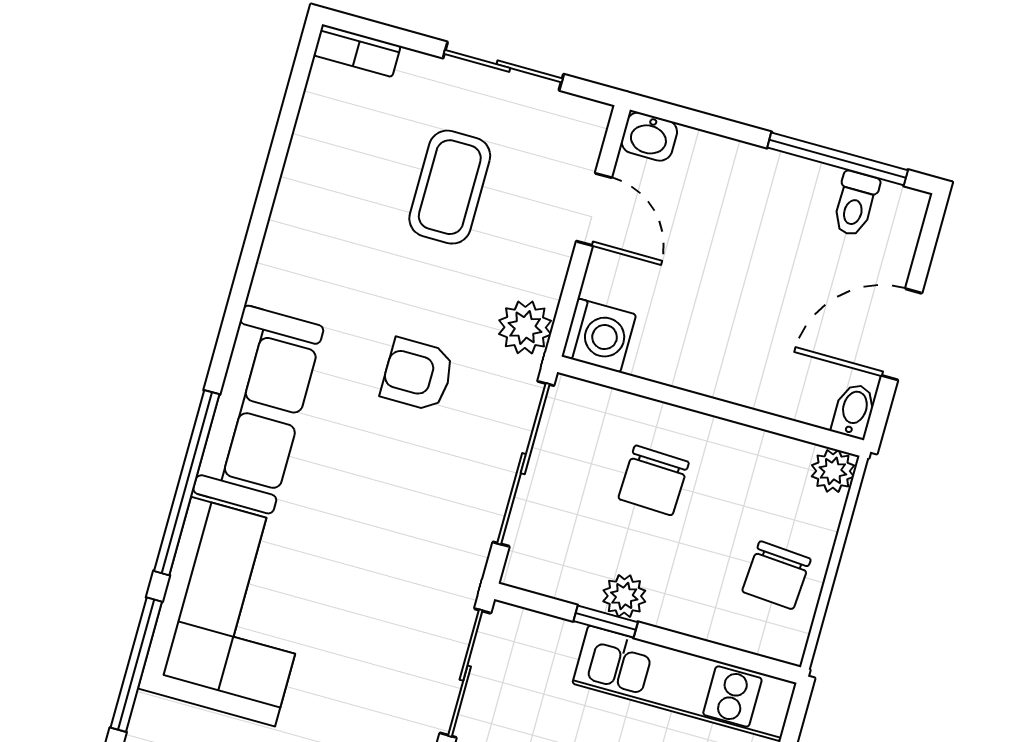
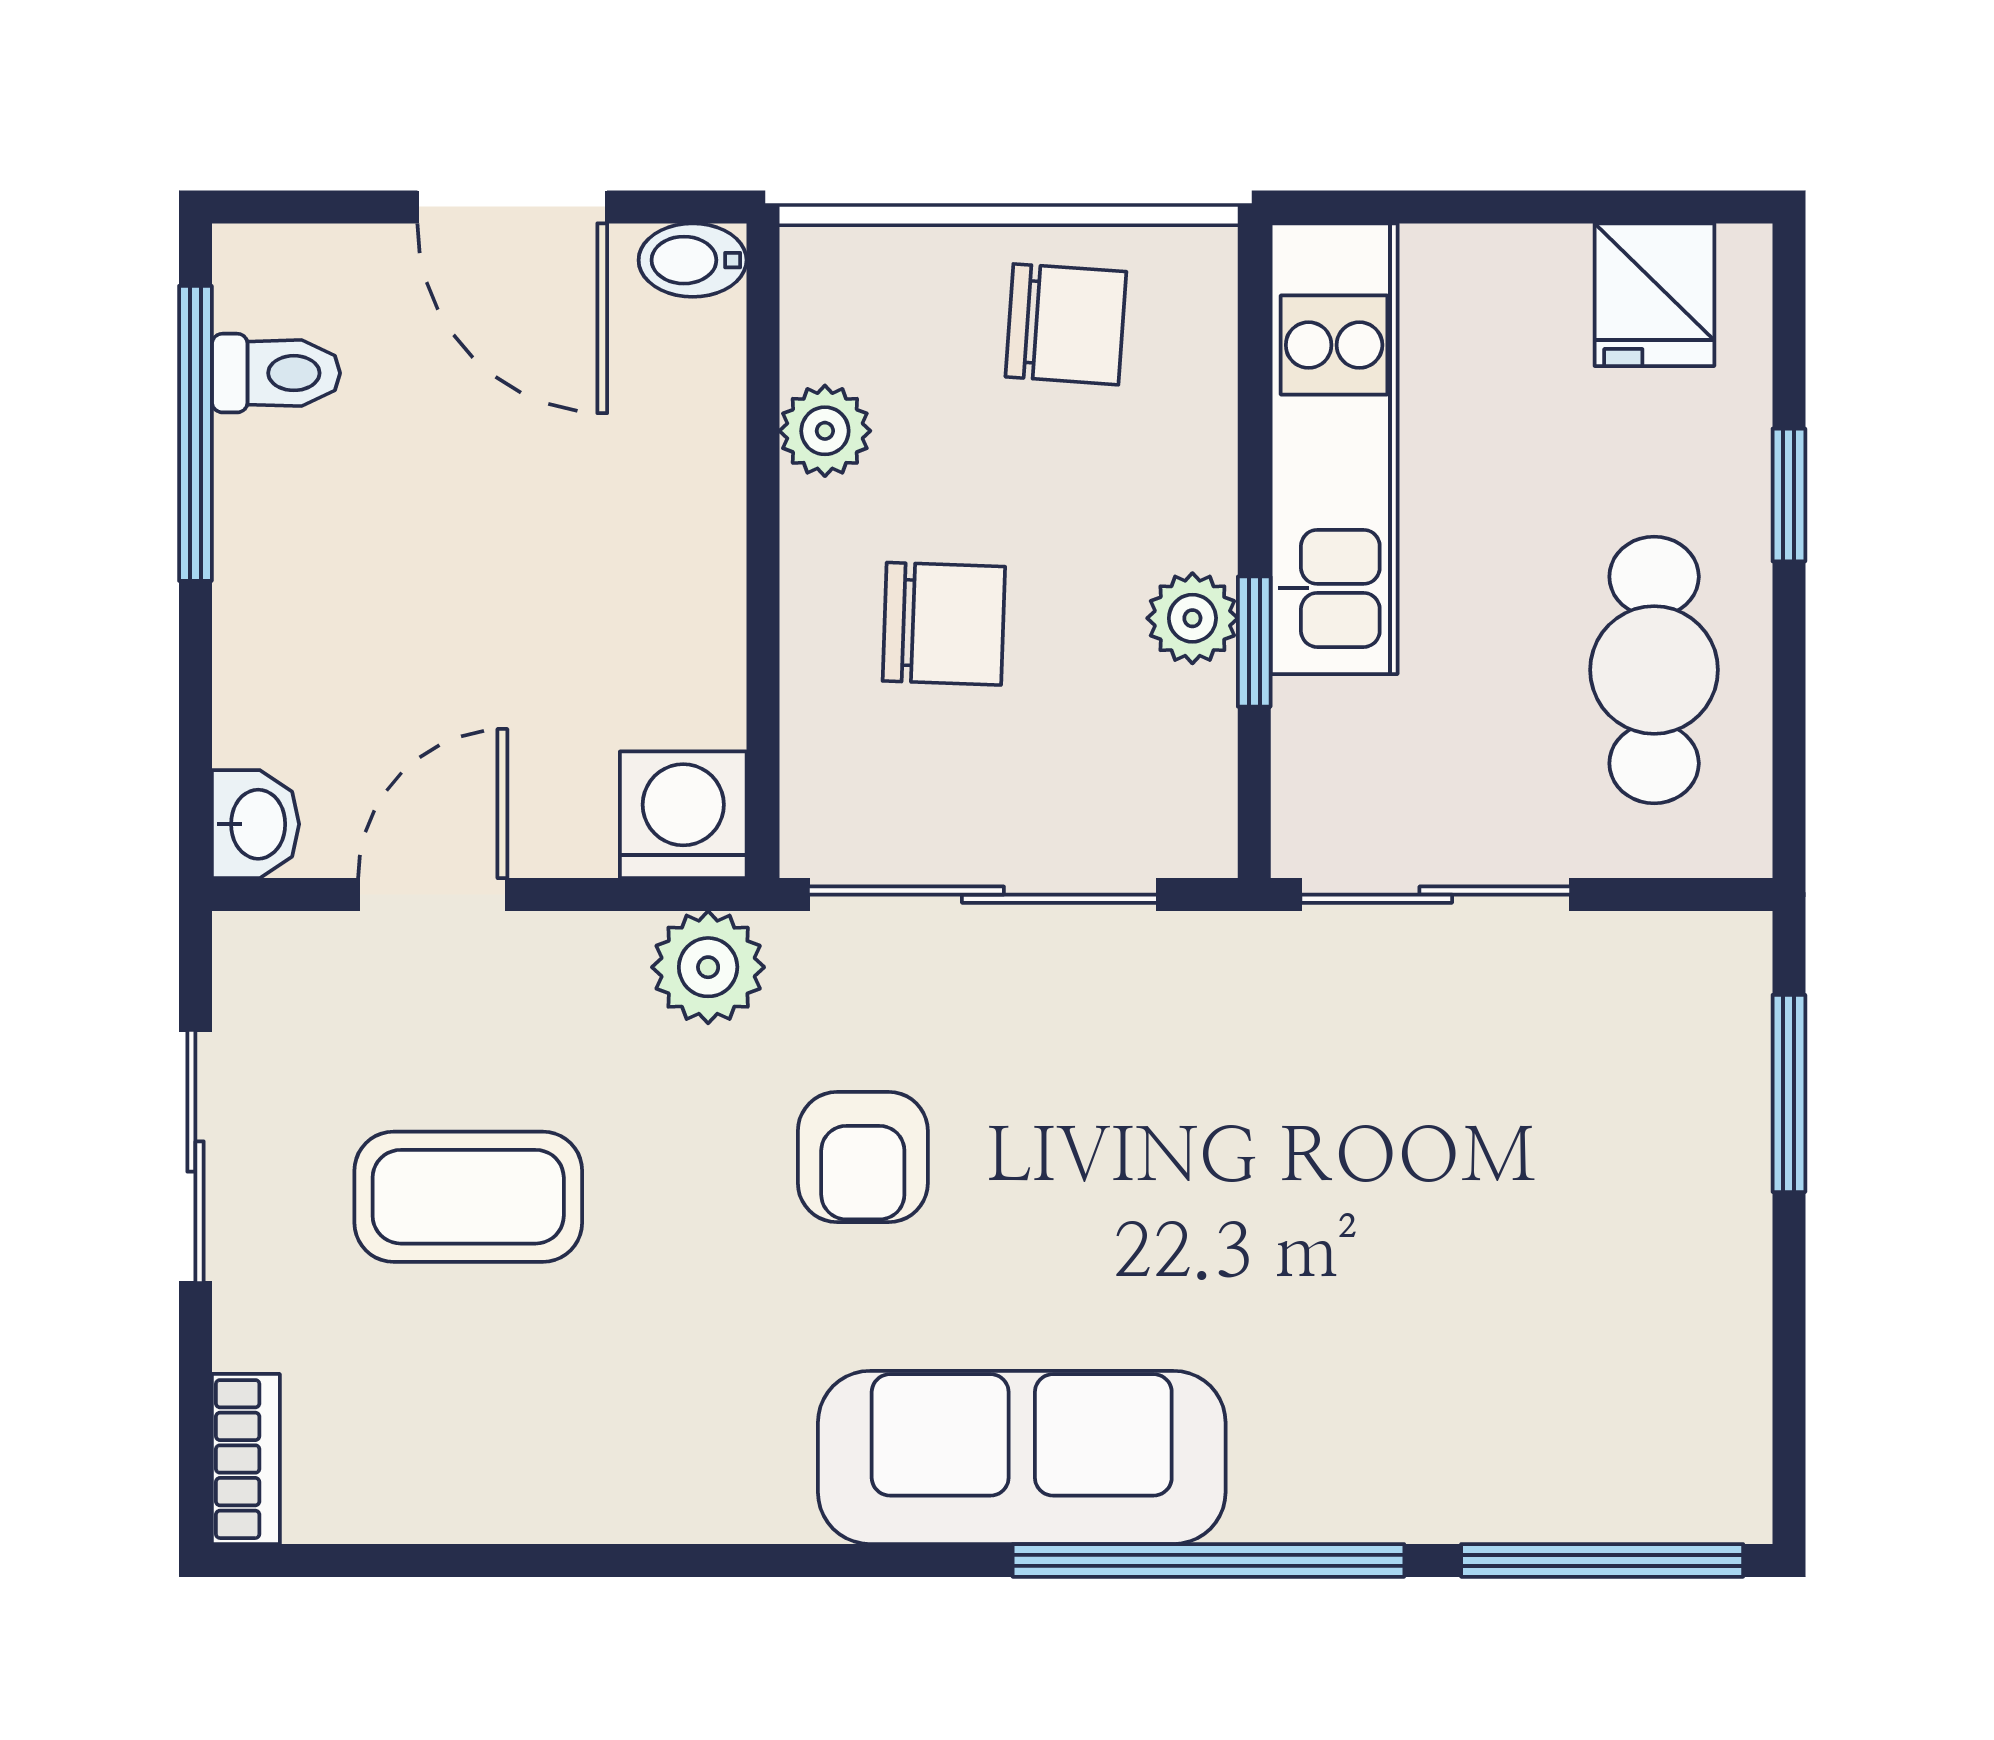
plant: (833, 471) -> (825, 431), moved
corner sofa: (233, 612) -> (1442, 1396), removed

